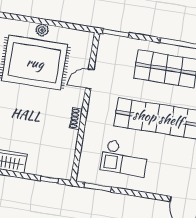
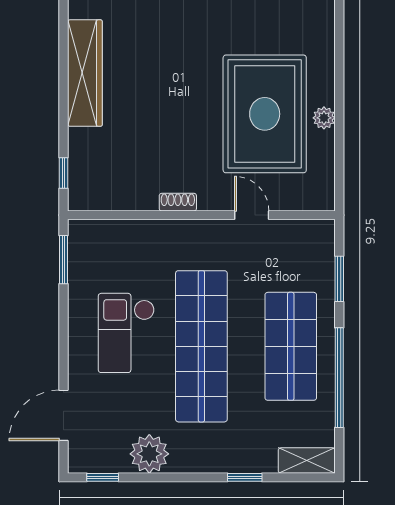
window: (116, 33) -> (339, 279), moved
checkout: (125, 158) -> (126, 333), moved

